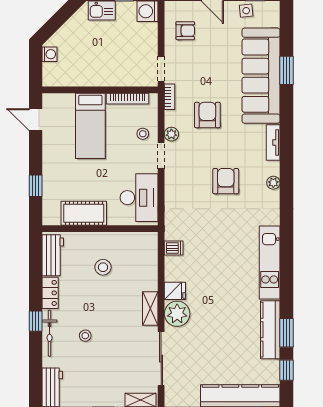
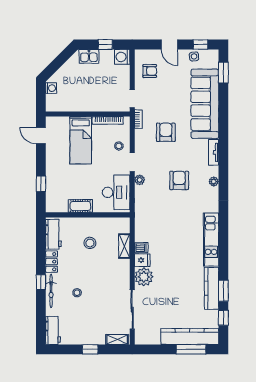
window: (287, 70) -> (223, 73), moved
plant: (171, 134) -> (140, 180), moved
cot: (84, 213) -> (80, 206), width x0.73, depth x0.75
dishwasher: (174, 248) -> (141, 248), moved
shelving: (150, 308) -> (124, 246), moved

